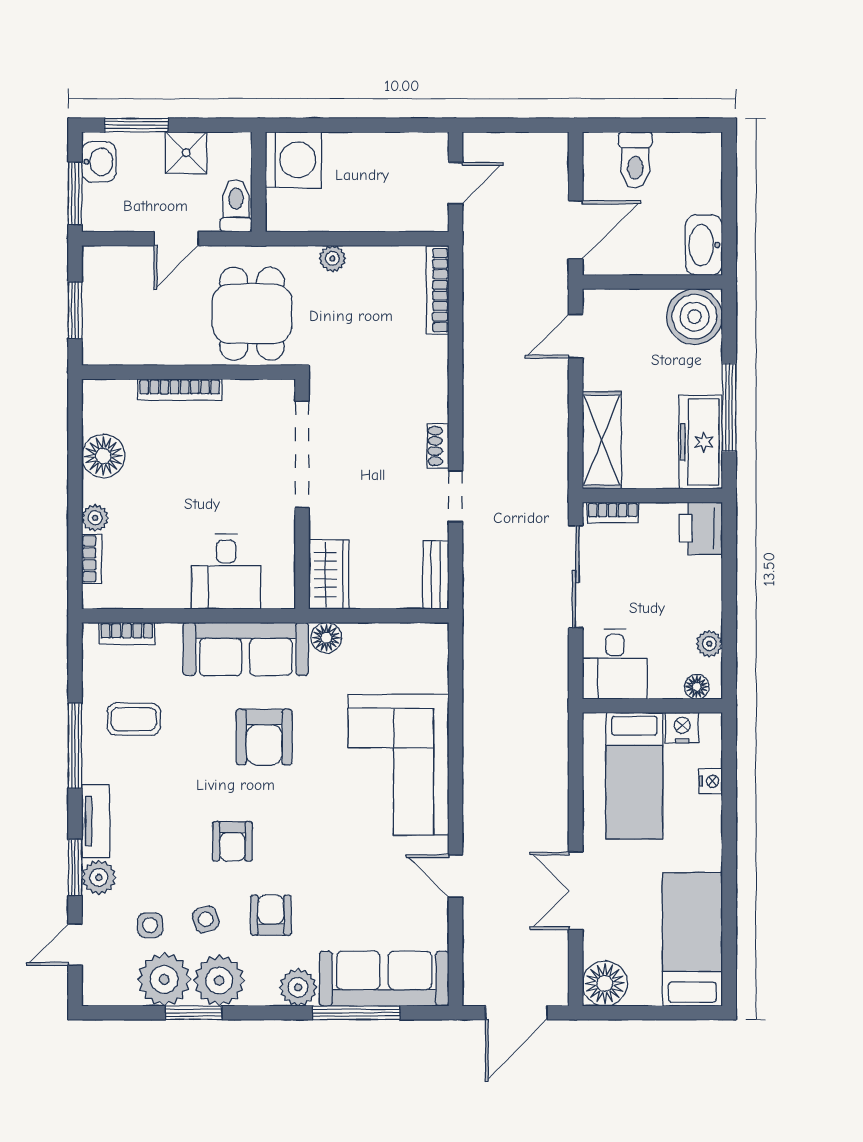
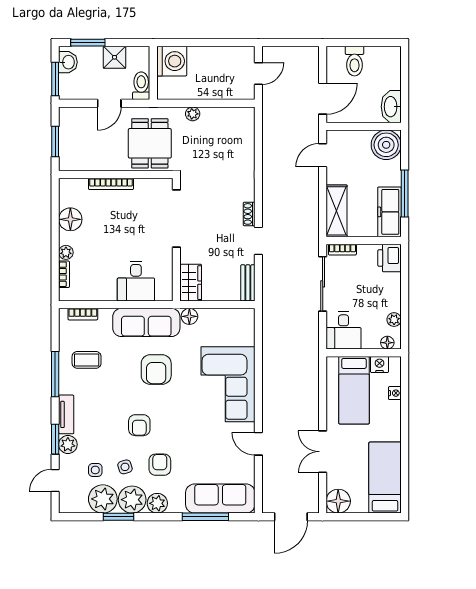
bookcase: (438, 290) -> (249, 131), removed
plant: (298, 987) -> (157, 503), moved

